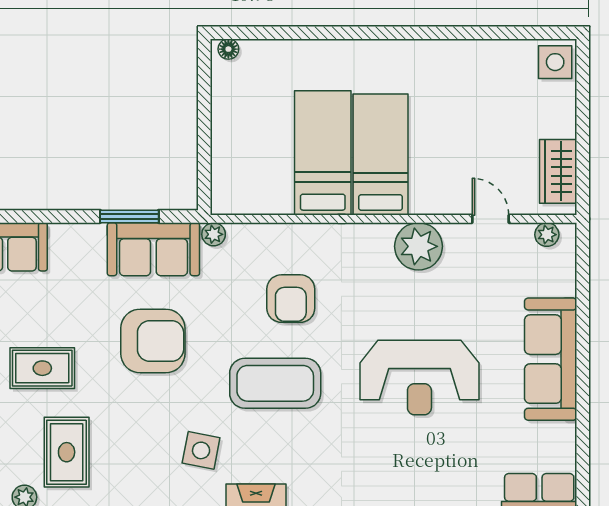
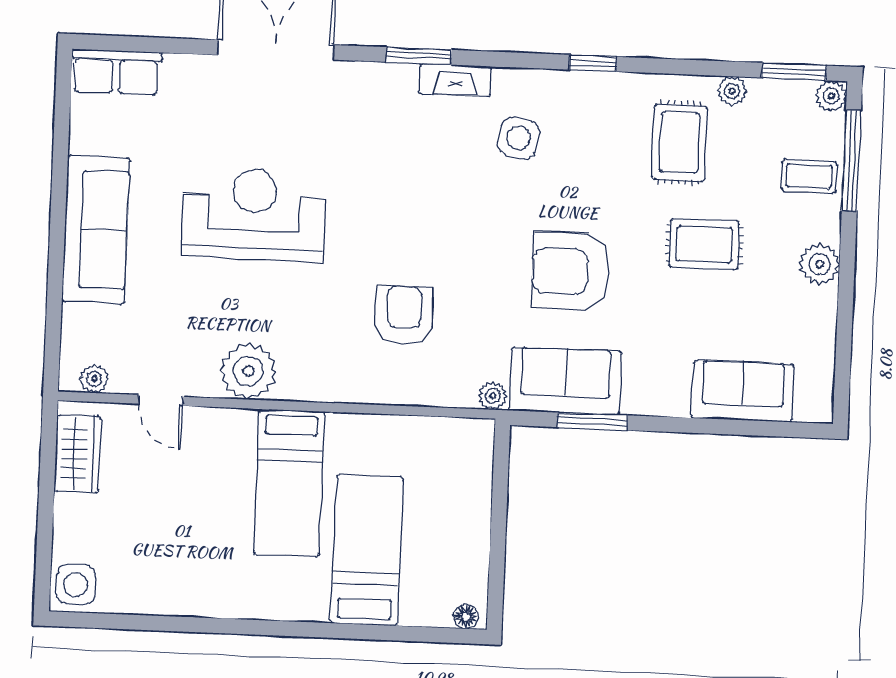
bed: (323, 153) -> (367, 550), moved, turned 180
coffee table: (275, 383) -> (427, 214), removed

